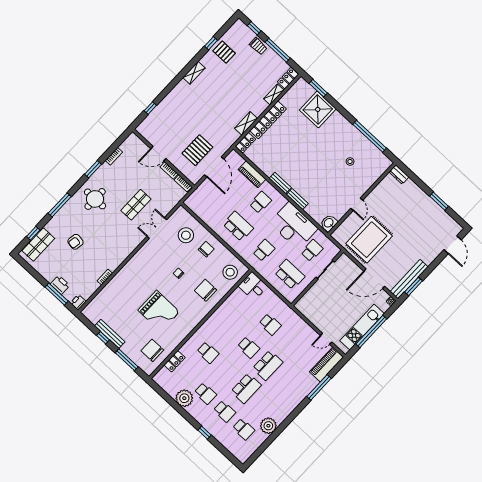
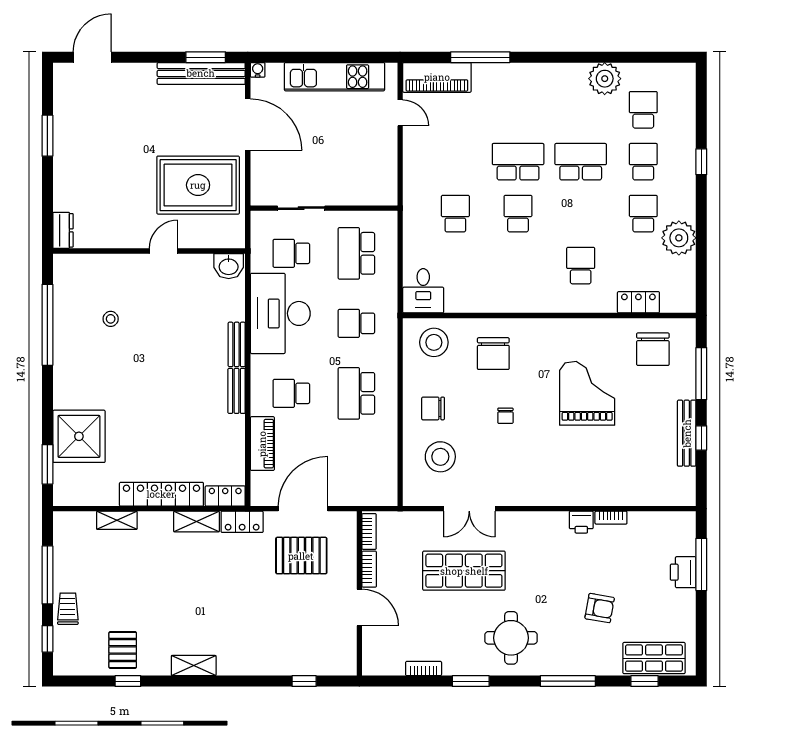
locker: (288, 78) -> (242, 522), moved
shop shelf: (136, 205) -> (464, 571), width x1.43, depth x1.36
printer: (78, 302) -> (581, 522), moved
window: (371, 331) -> (328, 57), removed

